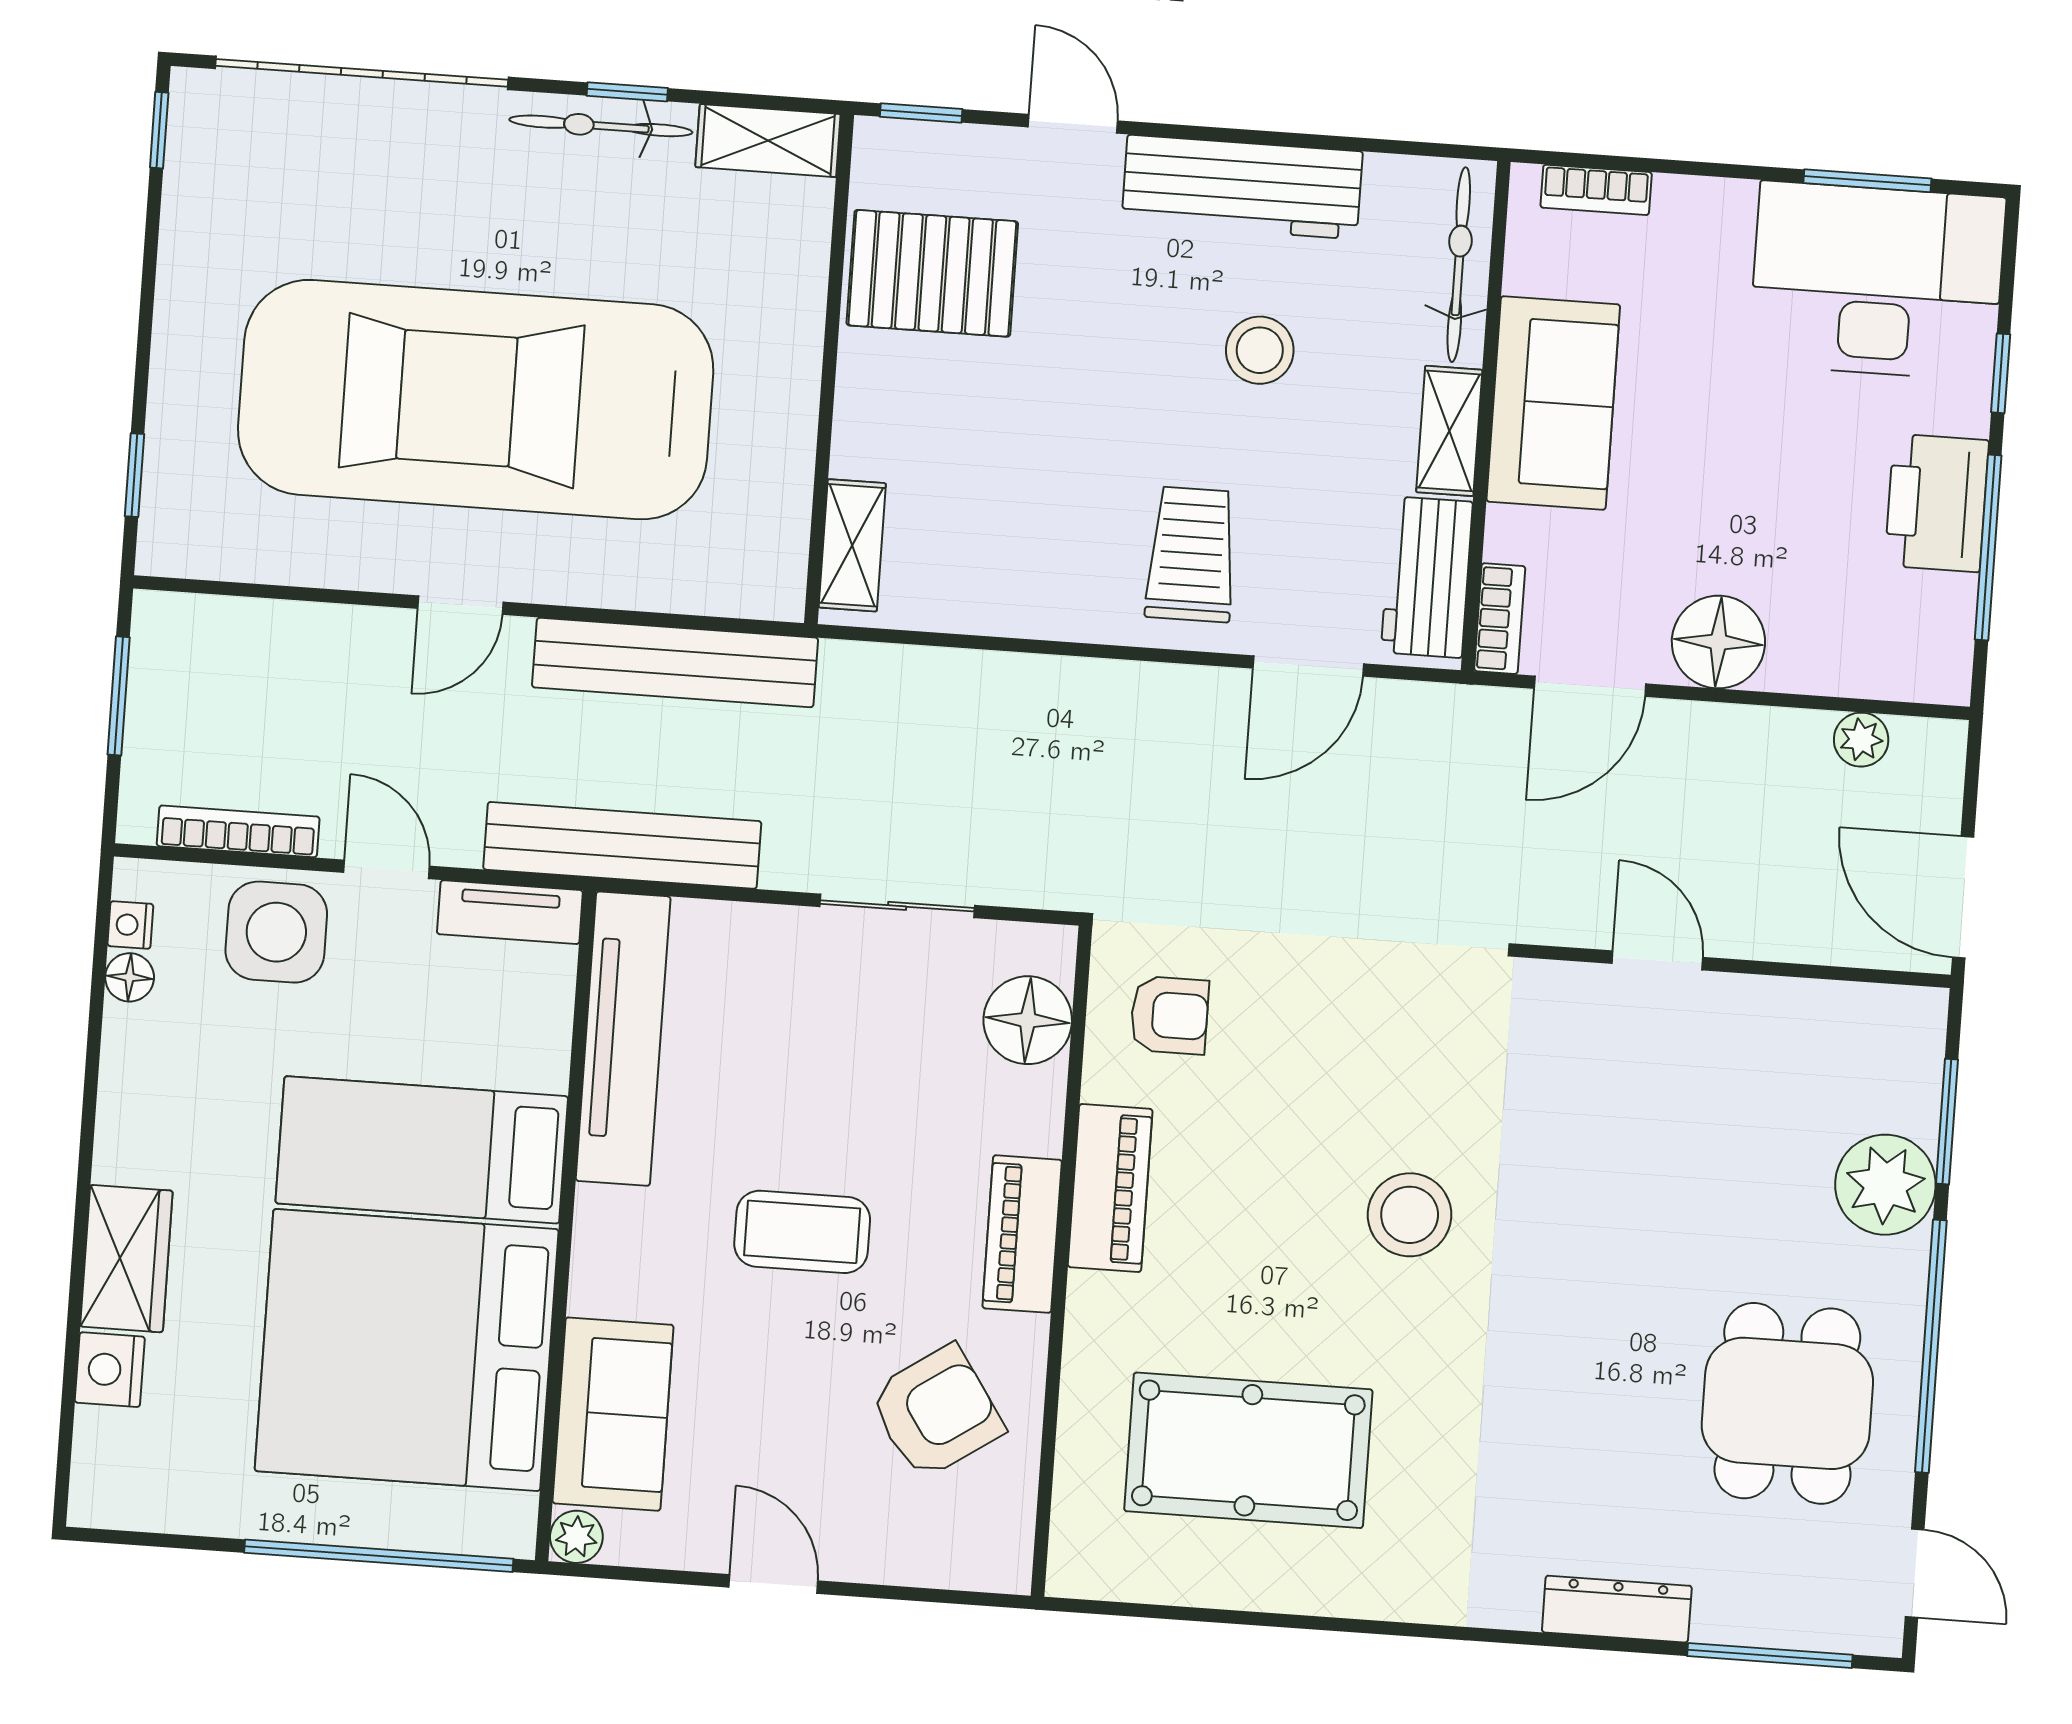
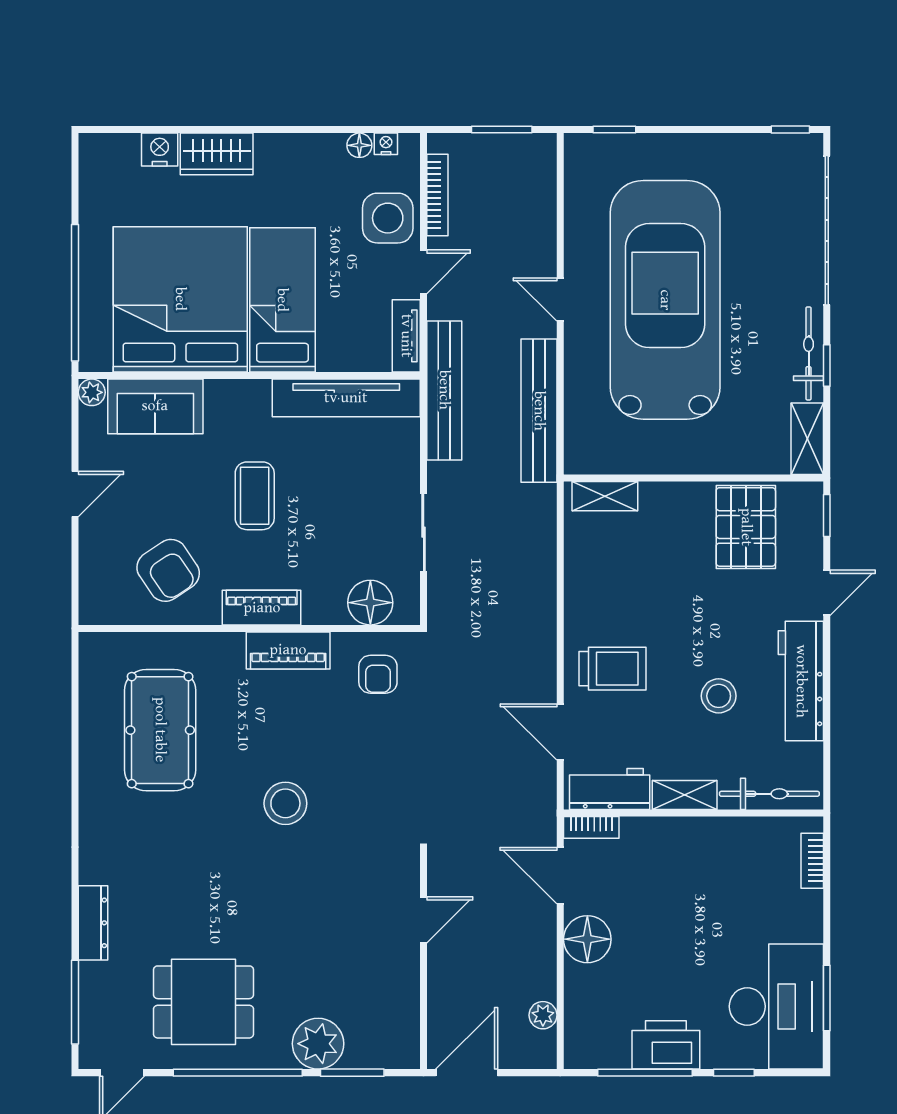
sofa: (1553, 403) -> (703, 847), removed

